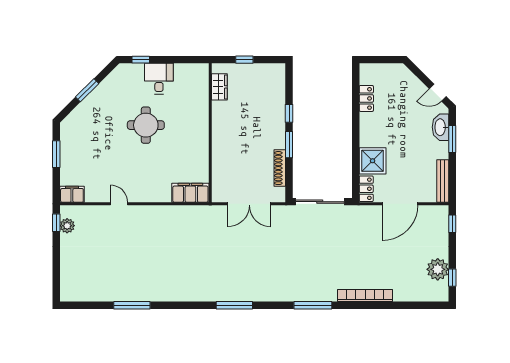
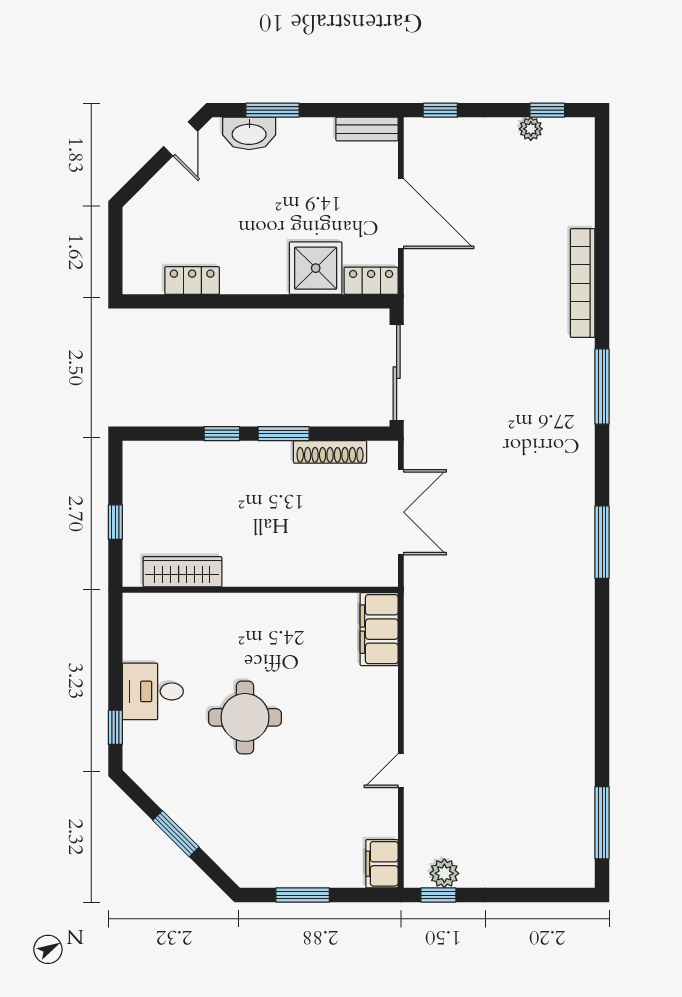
wardrobe: (219, 87) -> (182, 572), width x1.50
bench: (443, 181) -> (367, 129), width x0.73
plant: (438, 269) -> (531, 129), width x0.53, depth x0.53
window: (132, 305) -> (602, 823), moved

